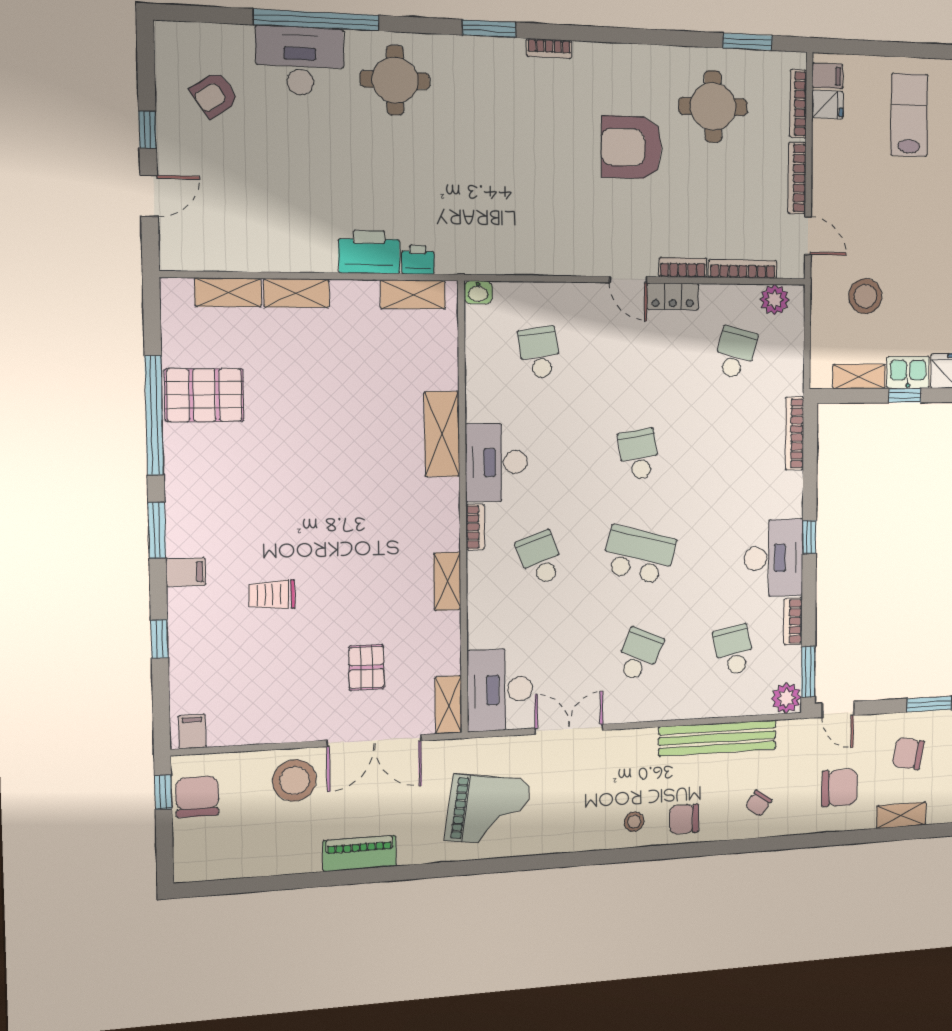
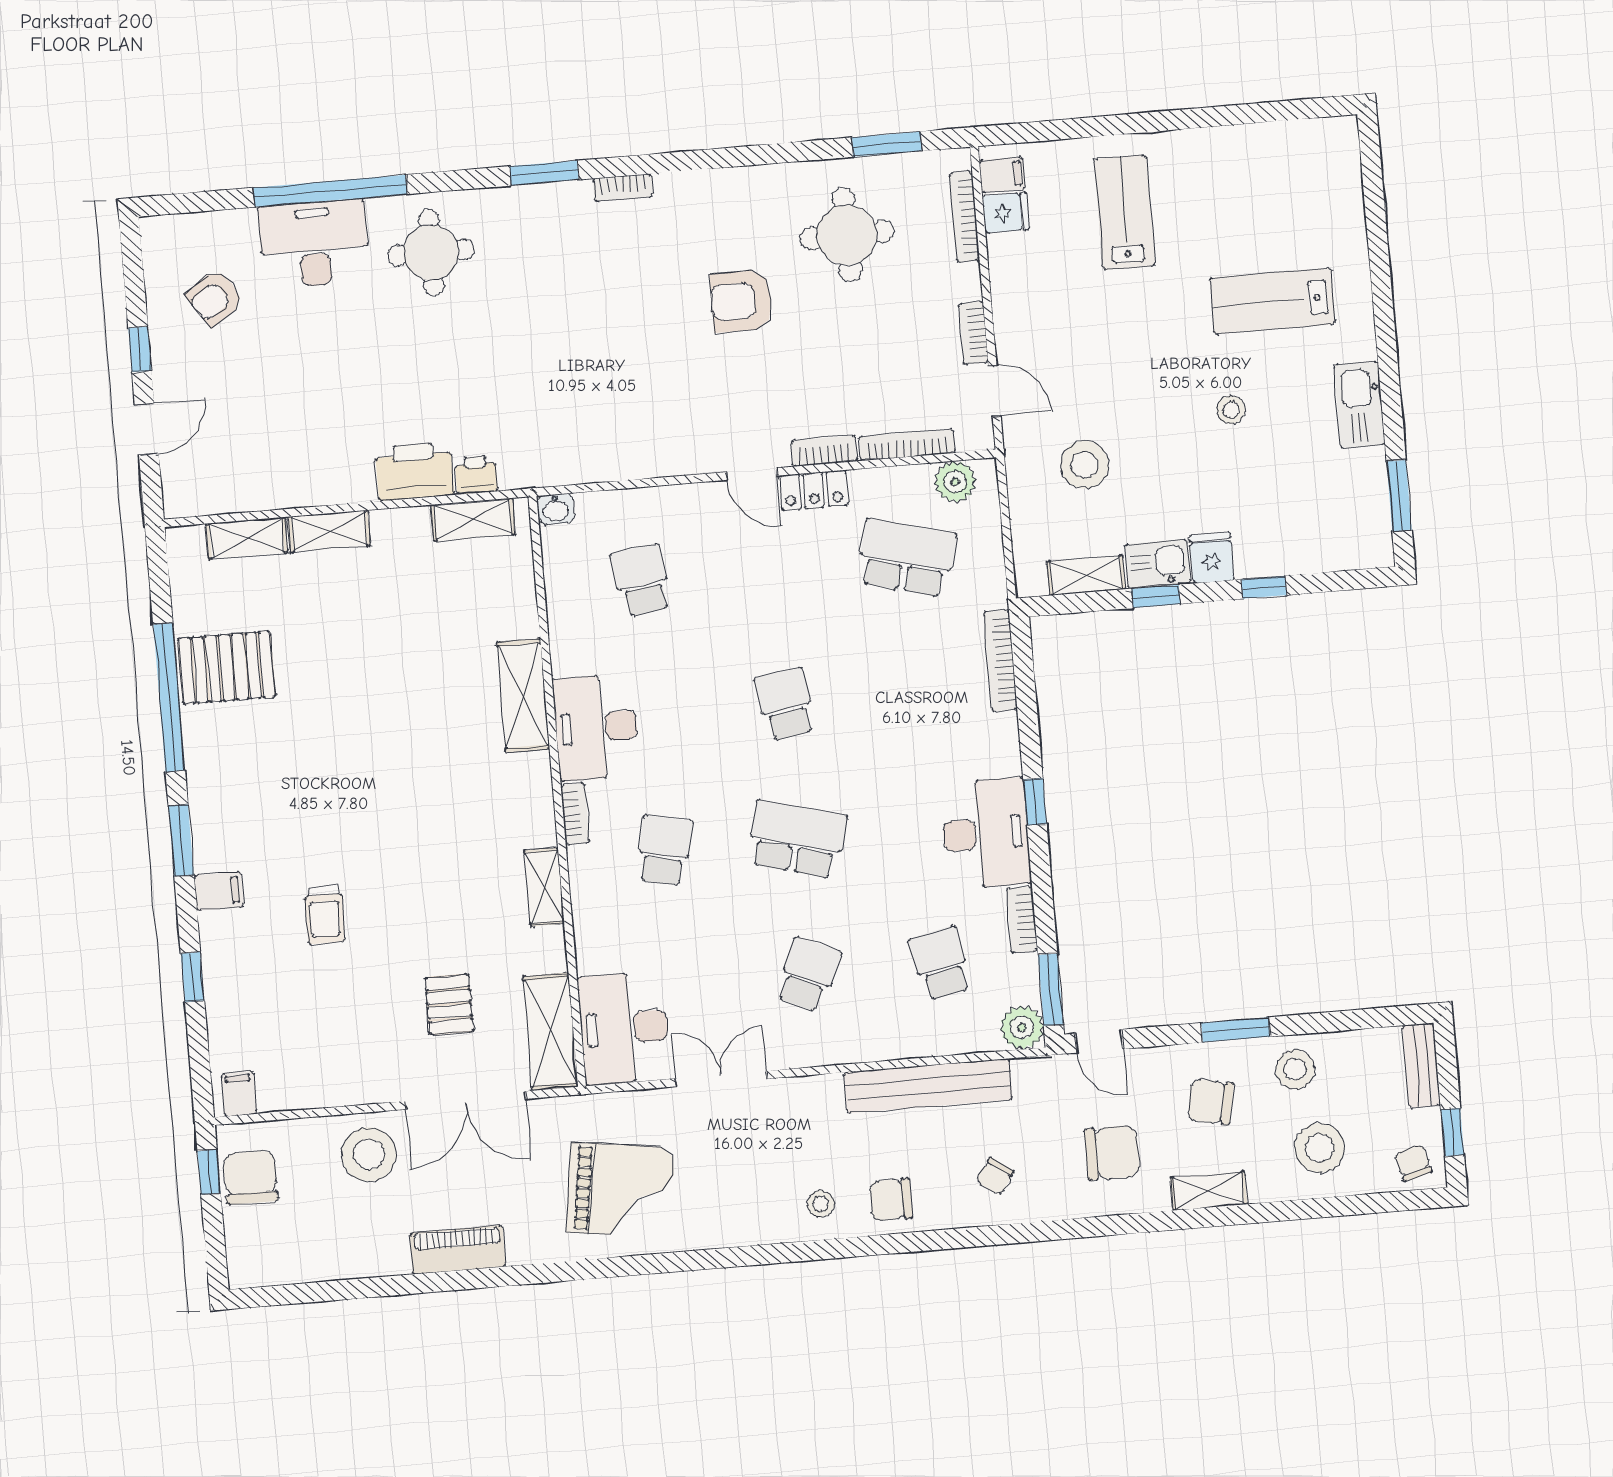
armchair: (631, 147) -> (741, 301), width x0.73, depth x0.73
bookcase: (797, 178) -> (974, 333), width x0.64
school desk: (735, 353) -> (906, 558), width x1.85
school desk: (541, 558) -> (664, 850), turned 33
trolley: (272, 595) -> (325, 915), turned -90
shelving: (448, 705) -> (551, 1032), width x1.50, depth x1.33

